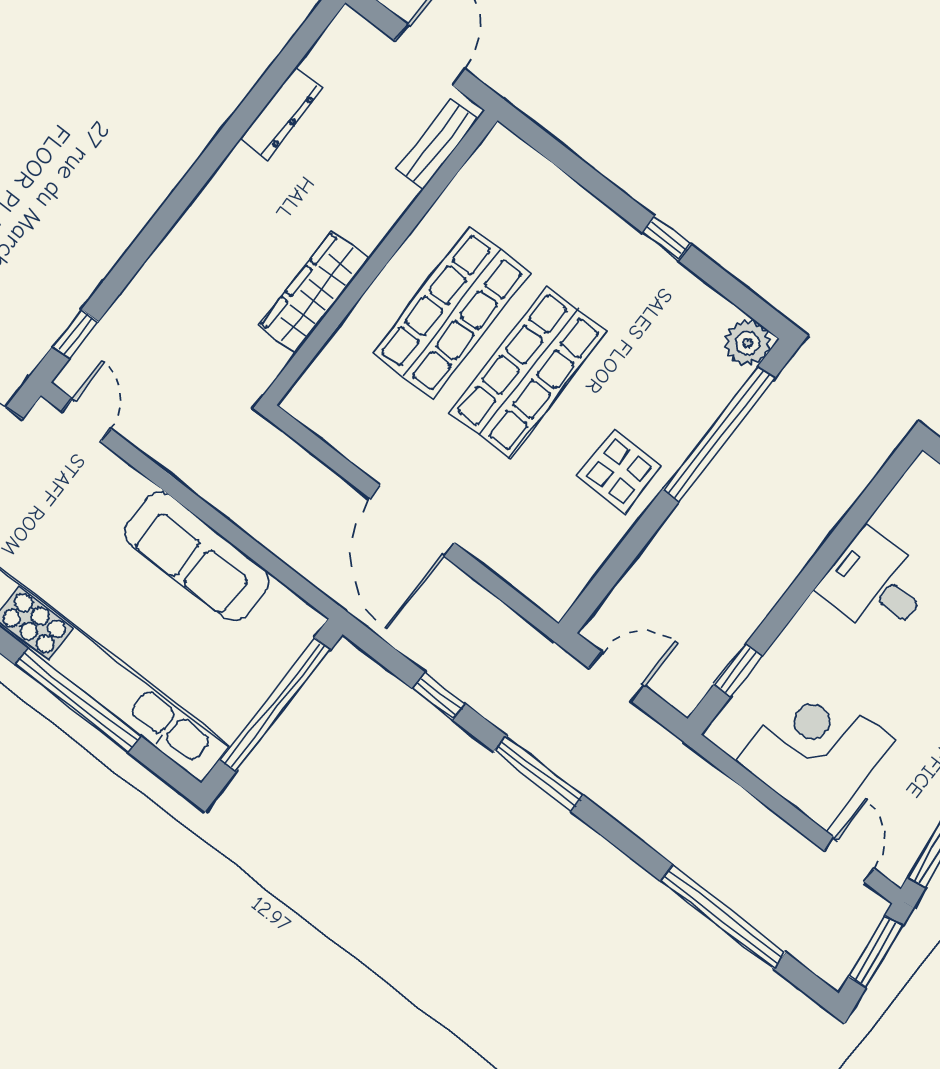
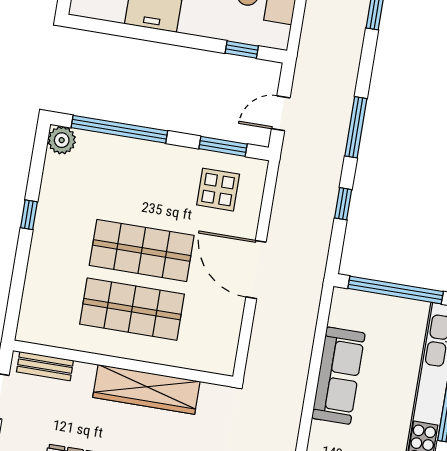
wardrobe: (314, 293) -> (146, 389), width x1.40, depth x1.17
display table: (620, 471) -> (218, 190), moved
door: (412, 521) -> (256, 270), swing flipped
window: (614, 569) -> (223, 146), added
door: (617, 677) -> (281, 113), hinge flipped

